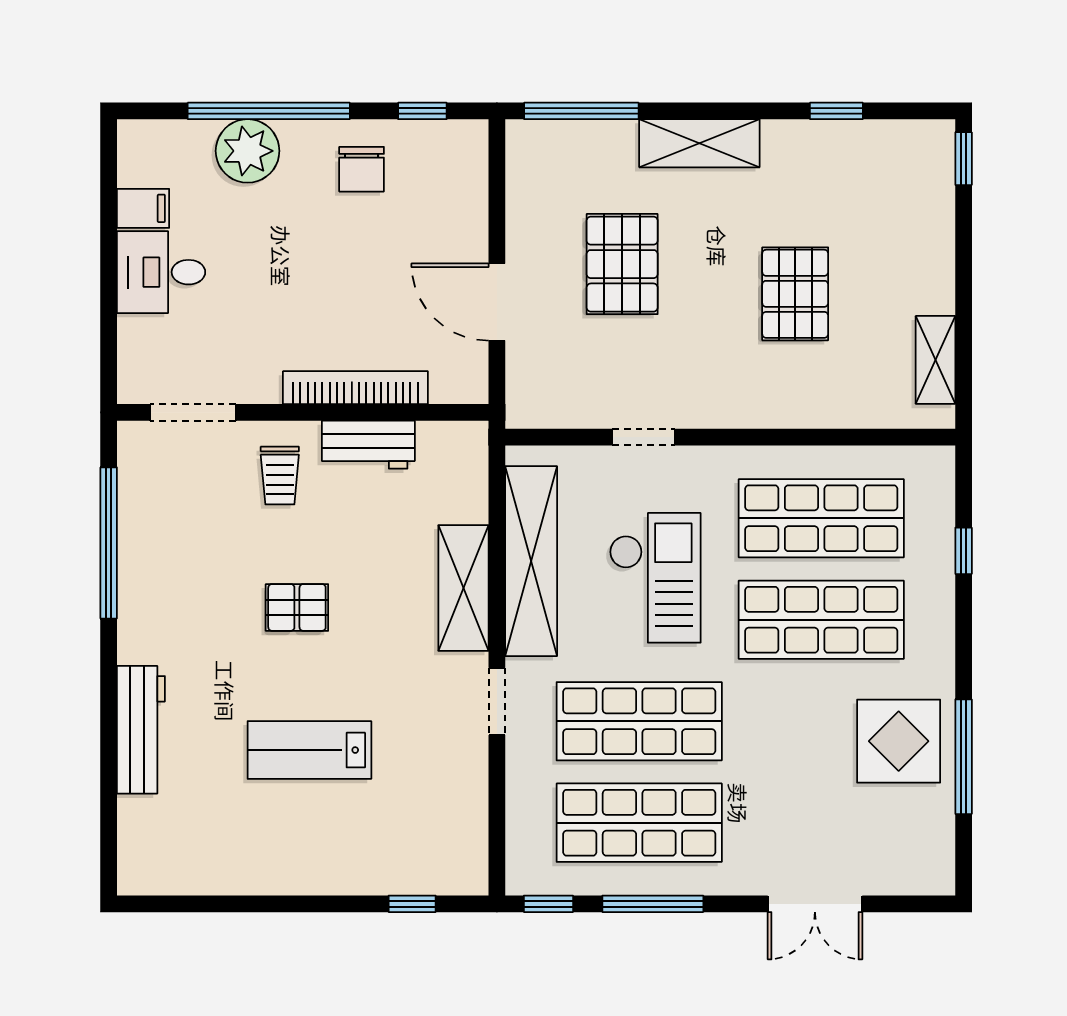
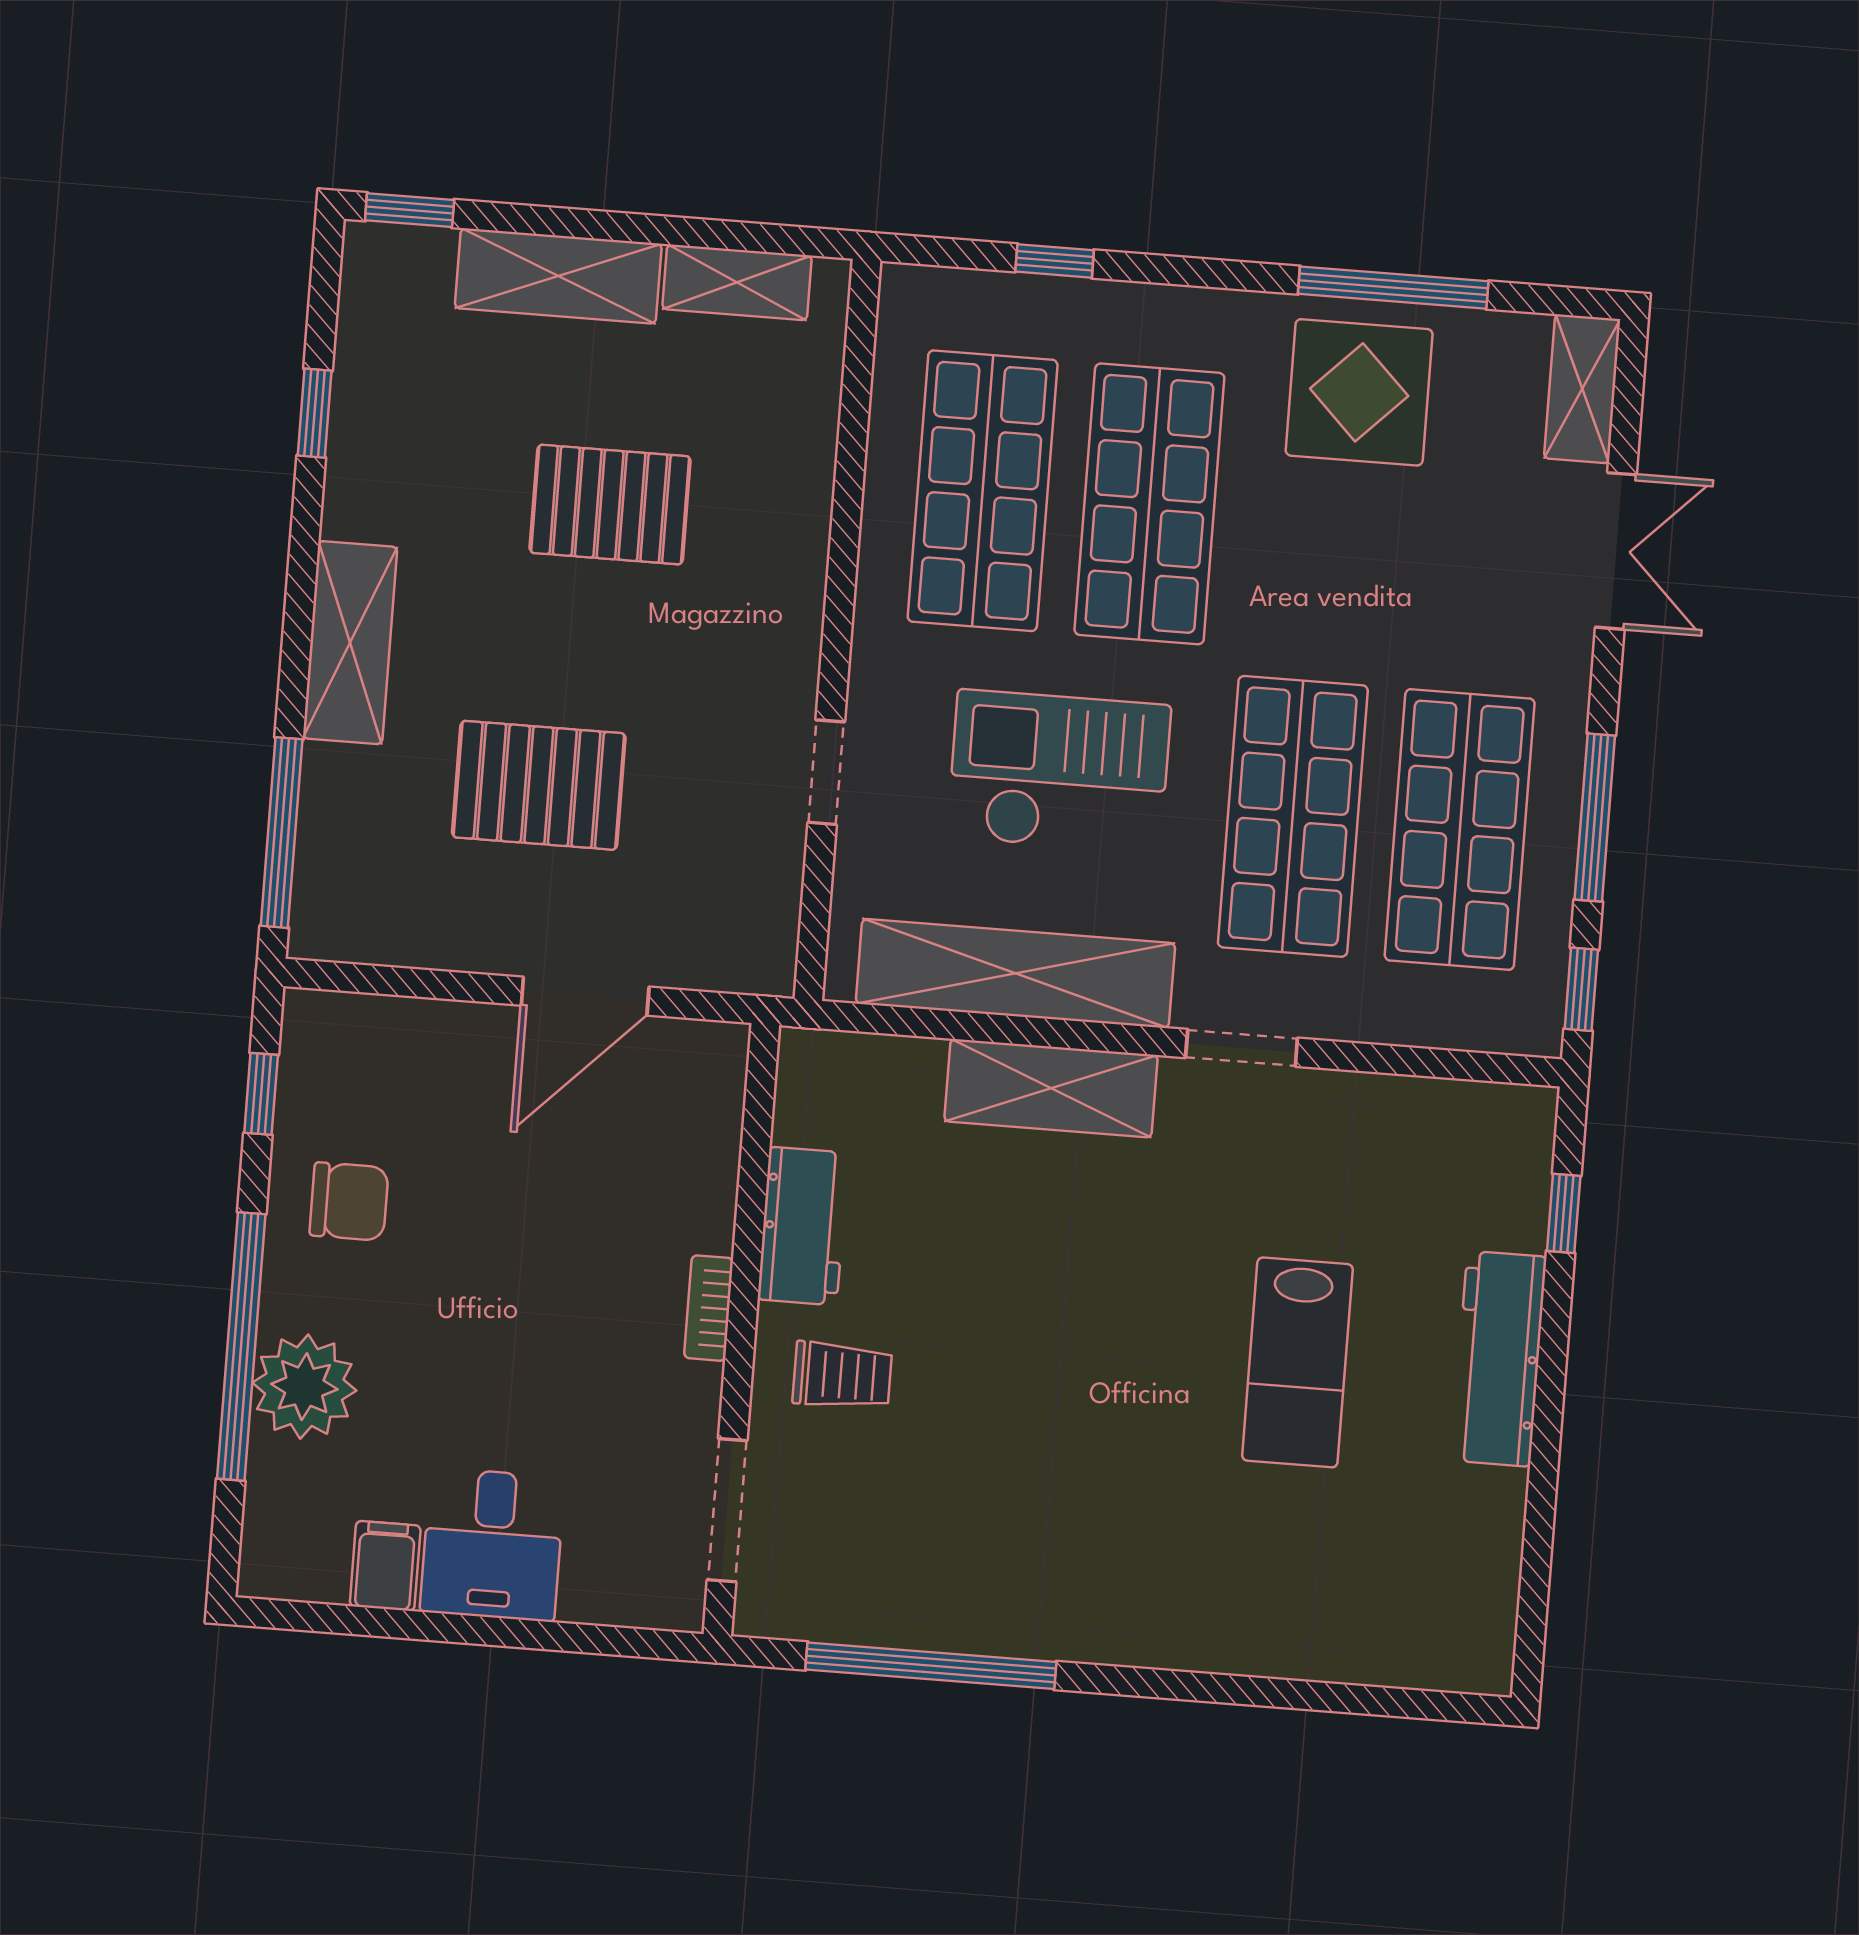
shelving: (931, 252) -> (558, 276), added
bookcase: (355, 388) -> (709, 1308), width x0.43, depth x0.76
pallet: (297, 607) -> (1061, 1364), removed
workbench: (141, 730) -> (1499, 1359), moved, turned -90
shelving: (911, 876) -> (1582, 389), added

